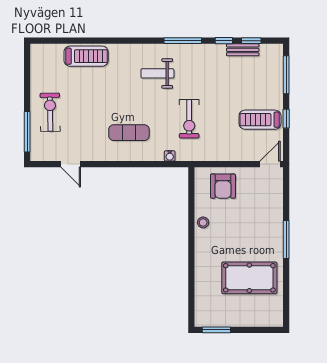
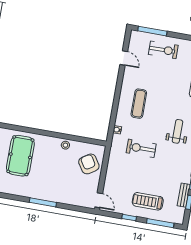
treadmill: (260, 120) -> (148, 201), moved, turned -90
door: (71, 164) -> (124, 58), swing flipped
armchair: (223, 186) -> (89, 164), turned 57
pool table: (249, 278) -> (20, 156), moved

